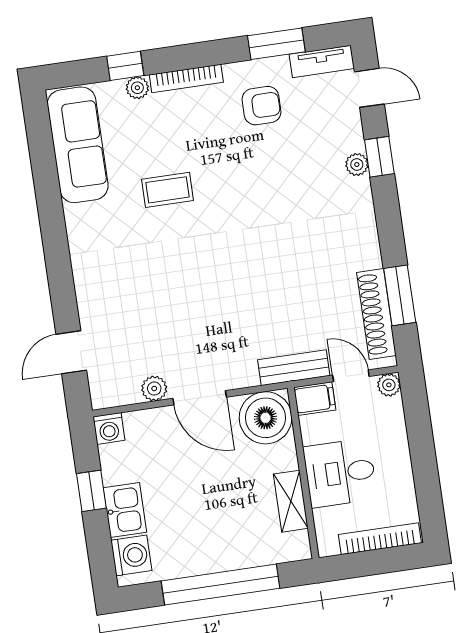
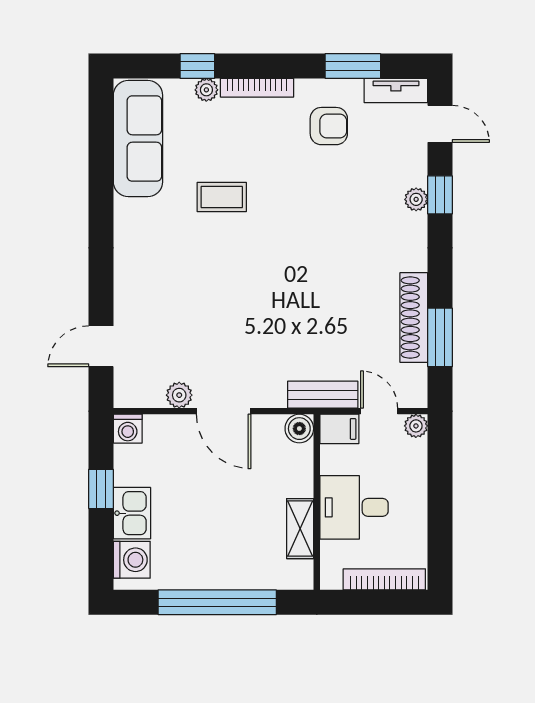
shoe rack: (376, 314) -> (414, 318), moved
boiler: (266, 418) -> (299, 429), width x0.54, depth x0.54

